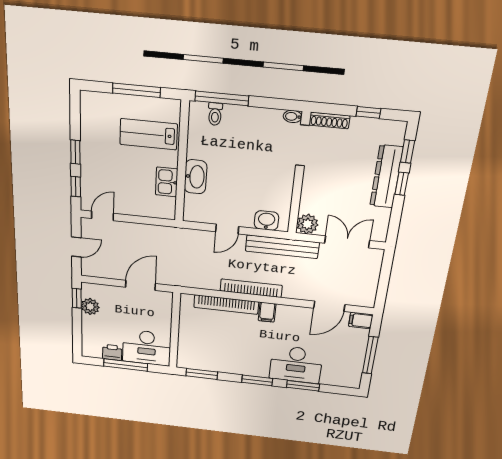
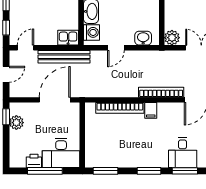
kitchen sink: (167, 182) -> (68, 38), moved, turned 90
washing machine: (194, 205) -> (91, 32), added
bench: (282, 247) -> (64, 57), moved
door: (140, 285) -> (55, 100), width x1.36
bookcase: (251, 288) -> (161, 92), moved
desk: (296, 364) -> (183, 153), width x0.73

